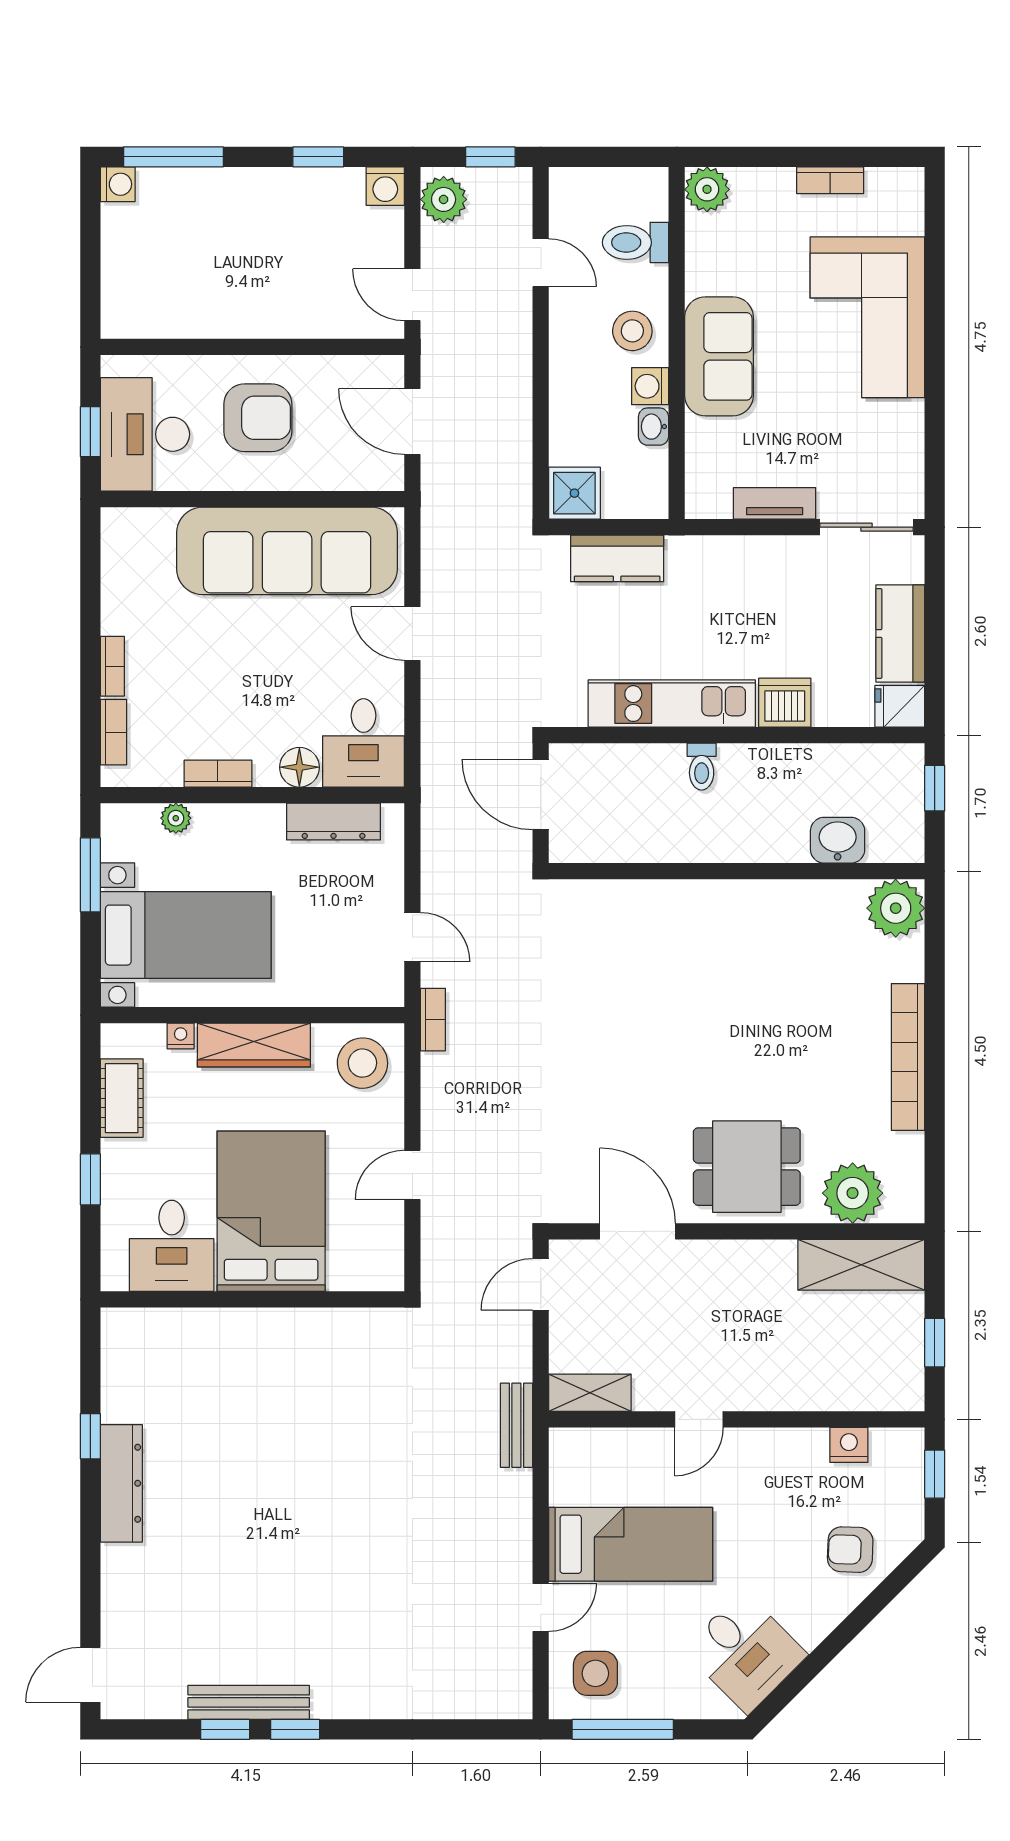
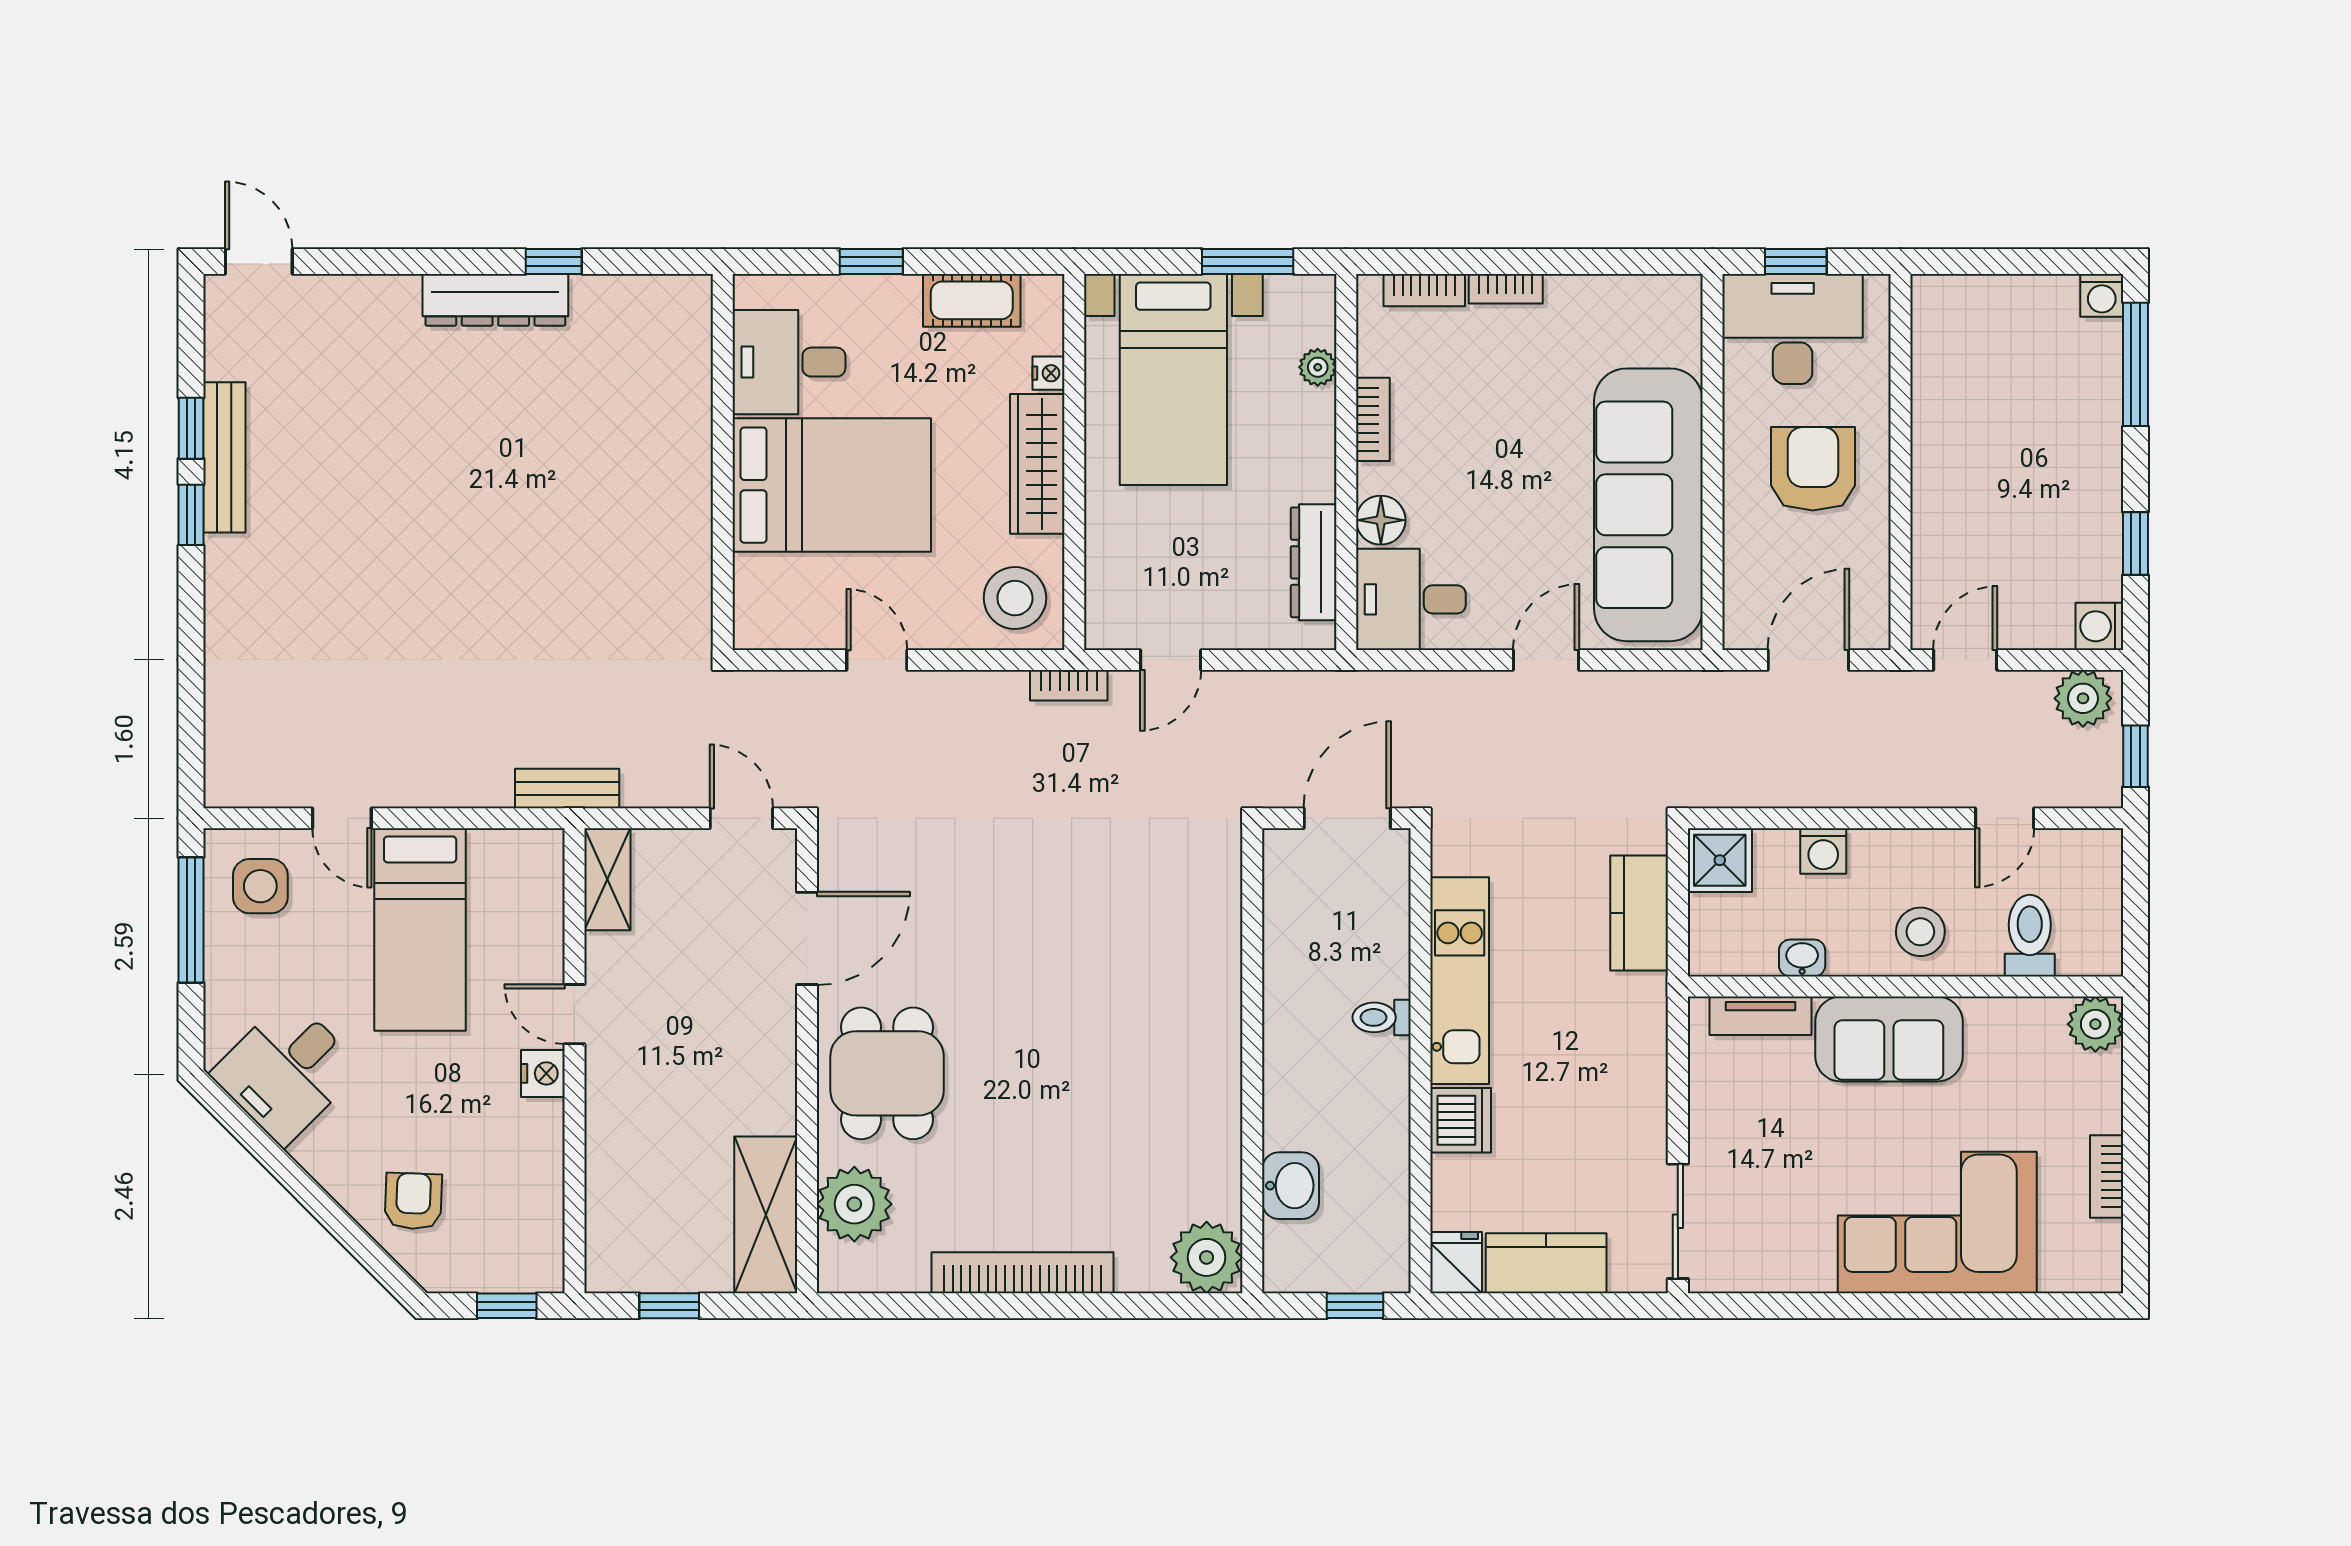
washing machine: (650, 386) -> (1823, 851), moved, turned 180
armchair: (258, 418) -> (1813, 469), turned 180
tv unit: (775, 503) -> (1760, 1016), moved, turned 90
nightstand: (849, 1445) -> (543, 1073), moved

